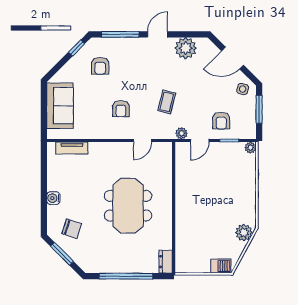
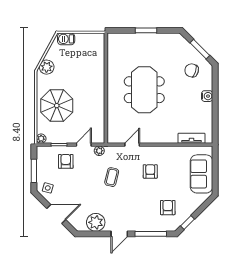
parasol: (232, 187) -> (57, 106), added
dresser: (166, 262) -> (113, 43), removed
window: (126, 276) -> (146, 30), width x0.47

